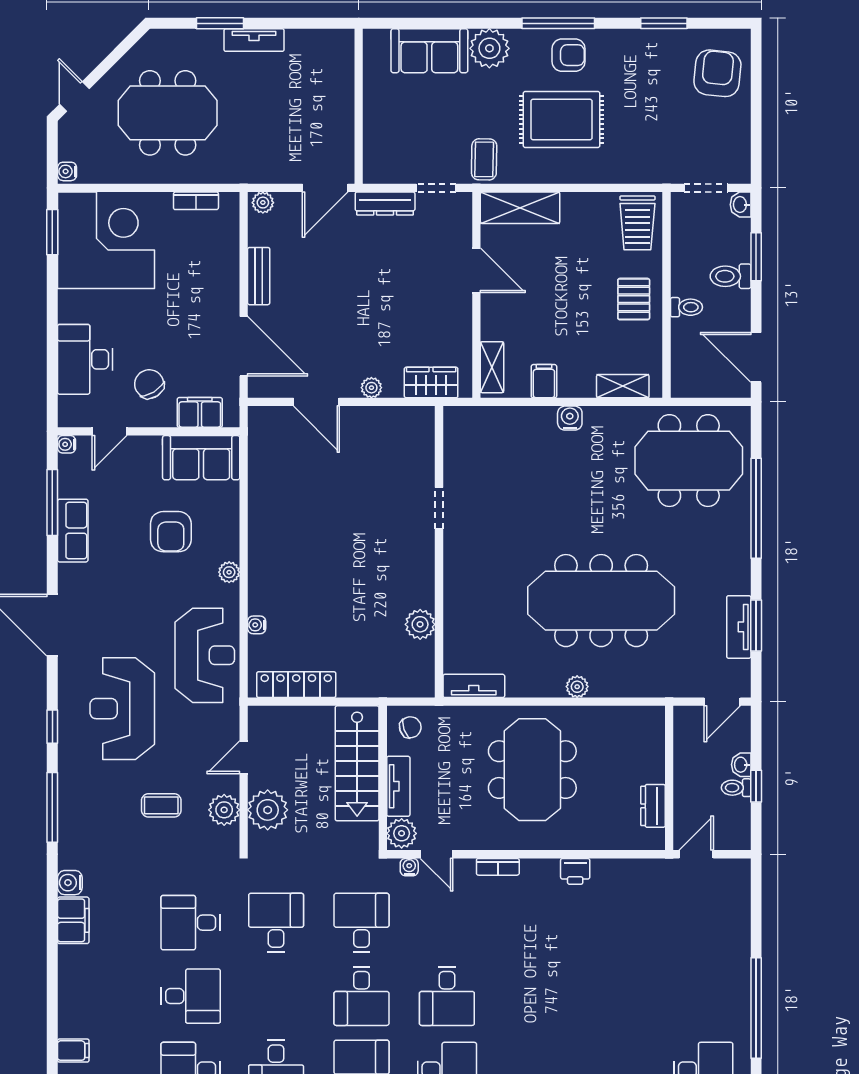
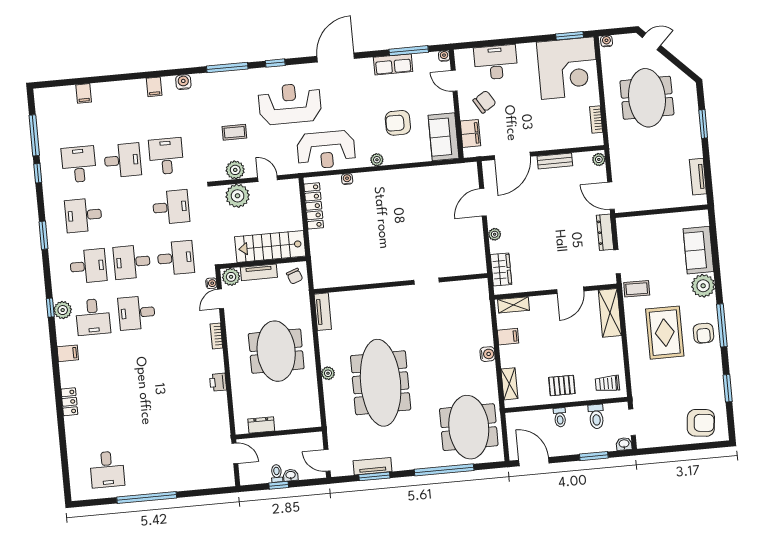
tv unit: (254, 40) -> (698, 177), moved
trolley: (637, 223) -> (607, 384), width x0.73, depth x0.72
toilet: (731, 276) -> (596, 417), moved, turned 180
door: (756, 357) -> (534, 462), hinge flipped
plant: (420, 624) -> (356, 276), removed
meeting table: (532, 770) -> (276, 351), turned 90
coffee table: (161, 805) -> (234, 132), turned 90
filing cabinet: (73, 920) -> (154, 87), width x0.50
desk: (191, 996) -> (123, 160), turned -90

